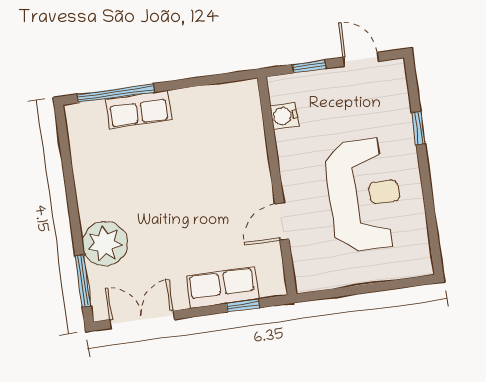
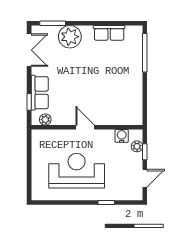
plant: (301, 83) -> (137, 146), added
row of seats: (138, 109) -> (109, 33), moved, turned -90
reception desk: (364, 194) -> (77, 171), turned 180
door: (282, 221) -> (85, 127), moved
plant: (273, 269) -> (45, 119), added

